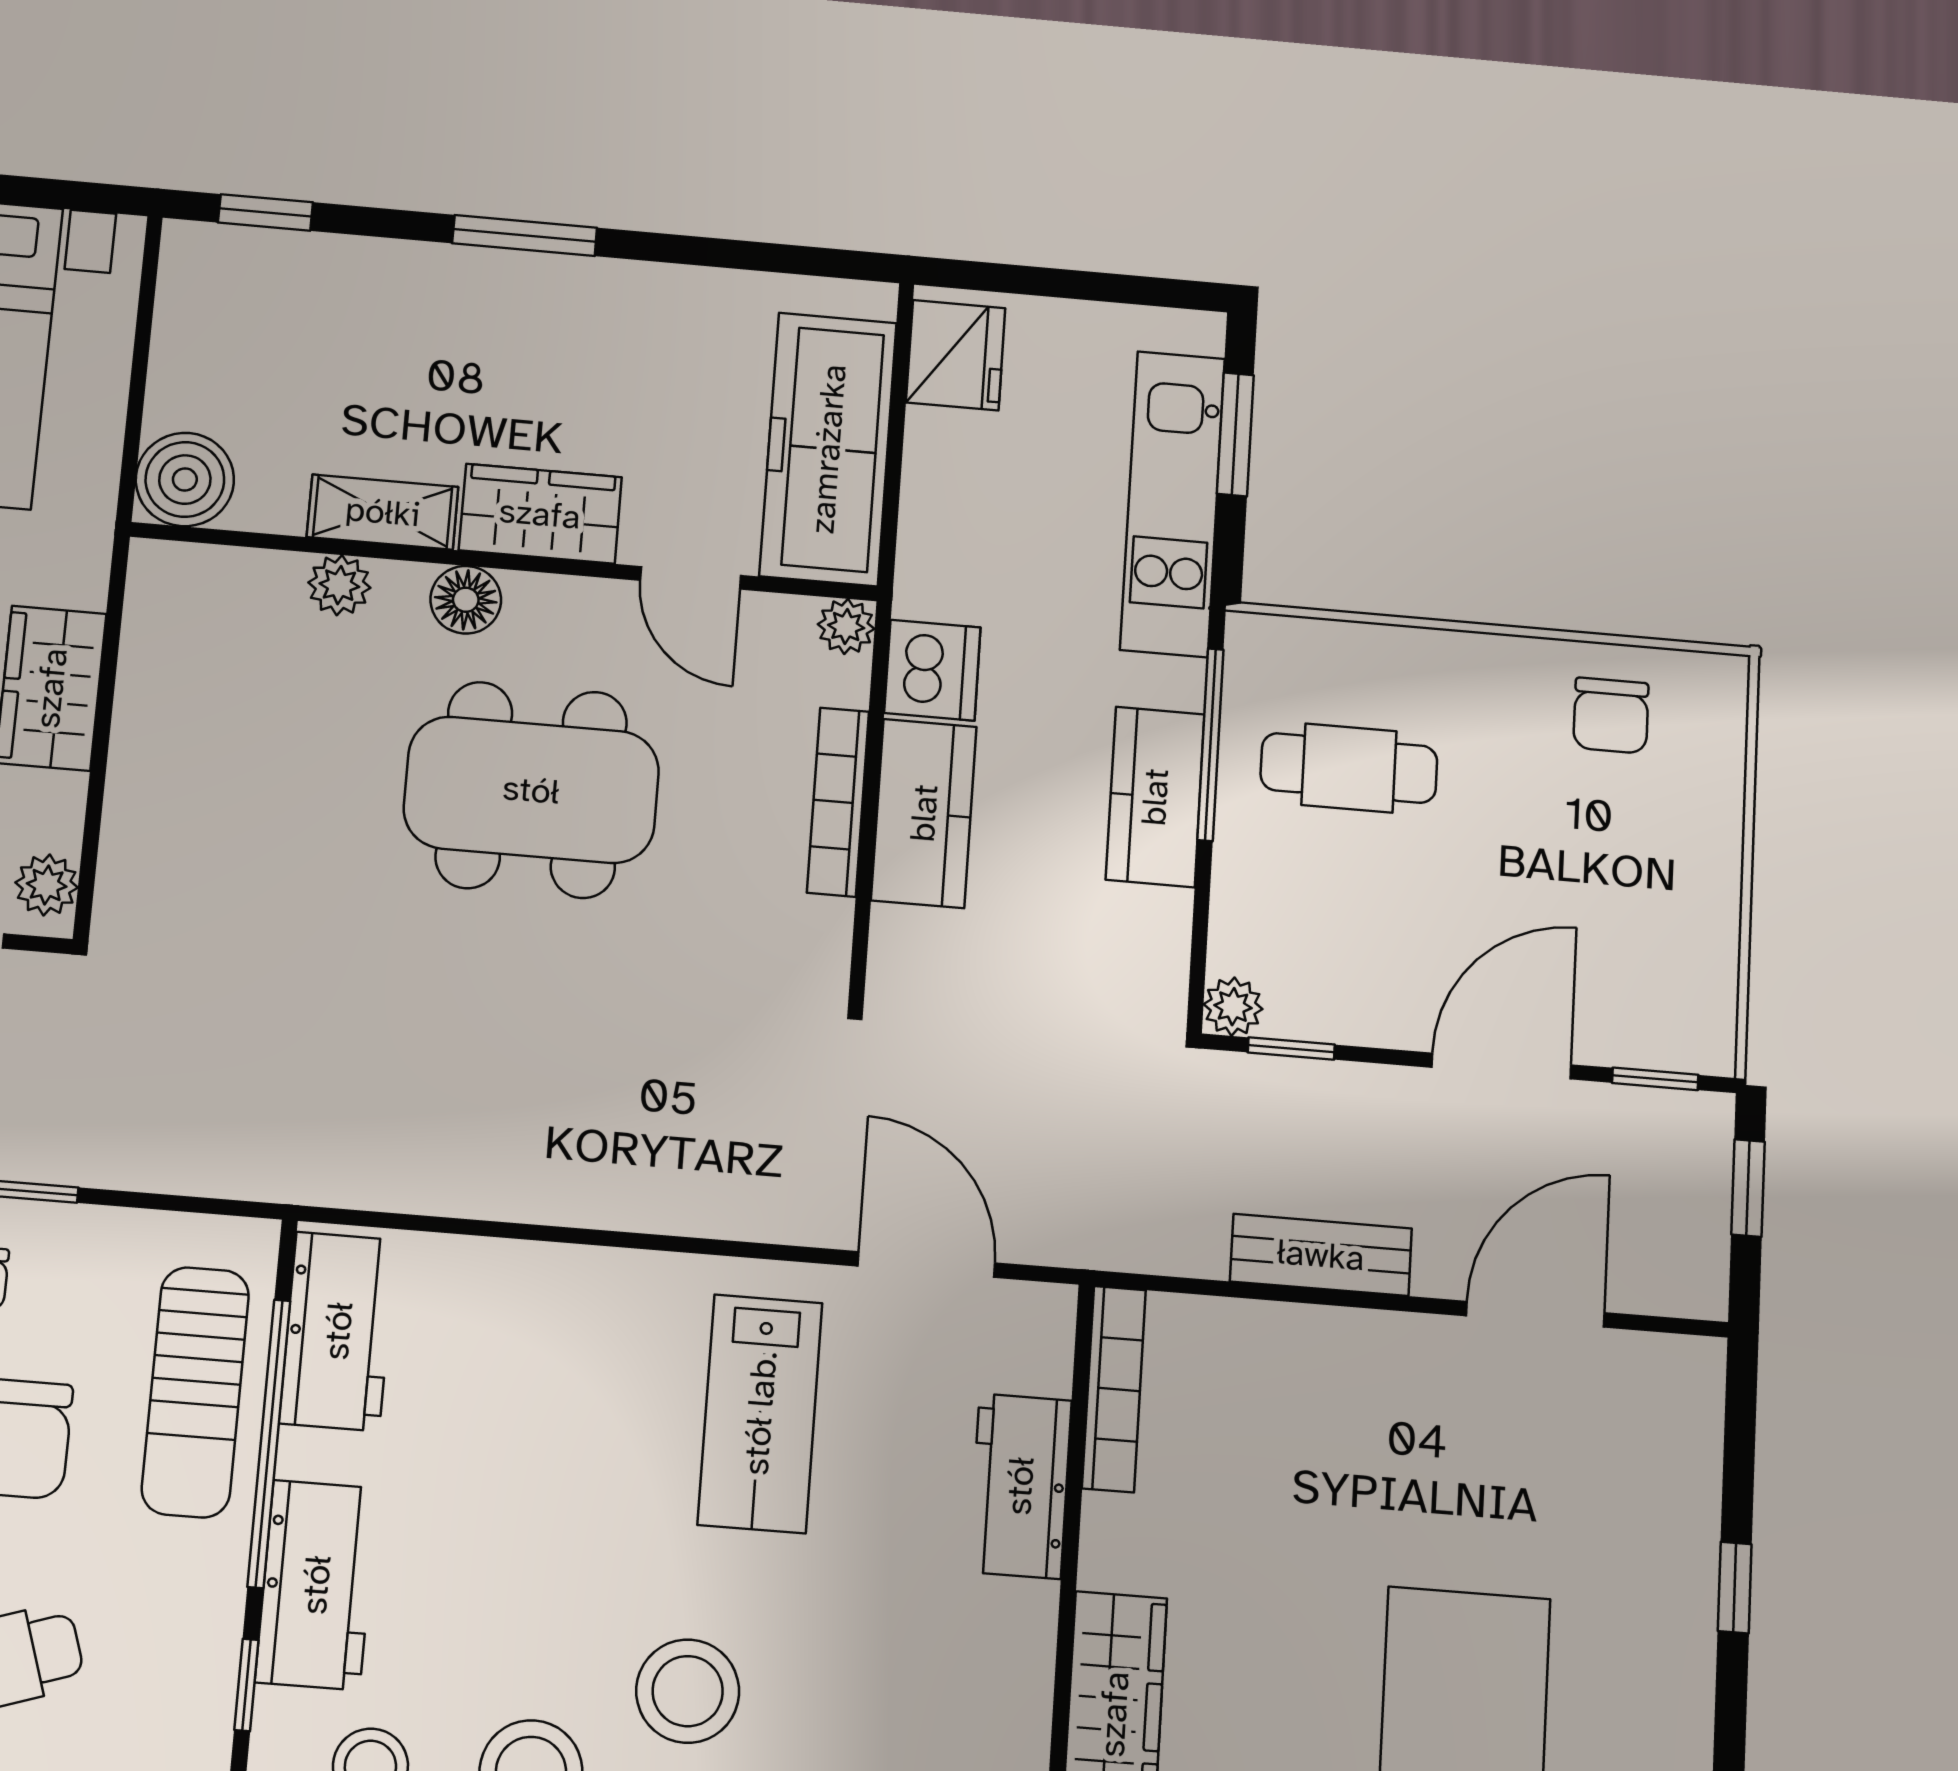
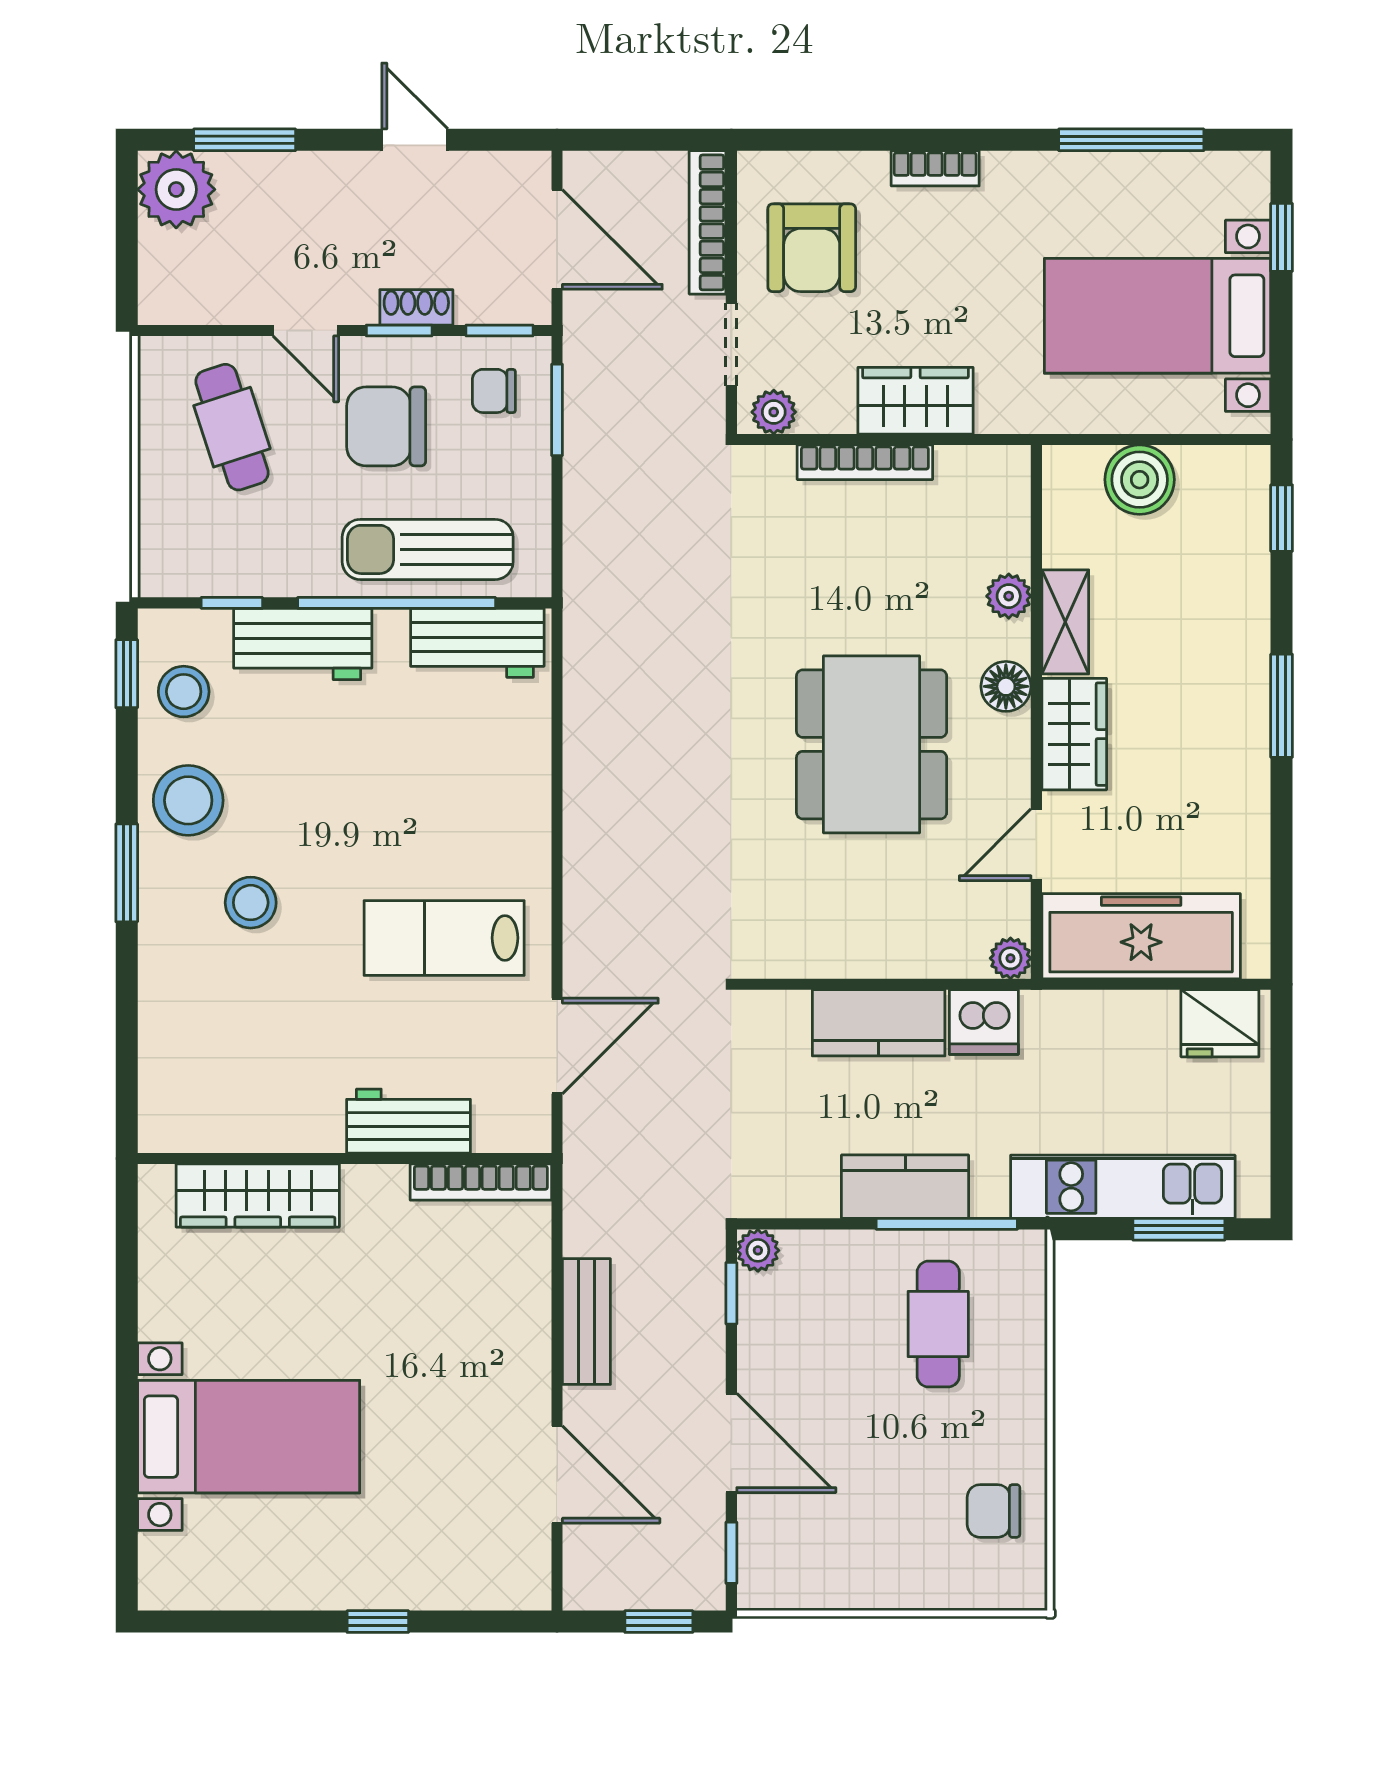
boiler: (185, 479) -> (1140, 480), moved
bookcase: (838, 802) -> (865, 462), moved, turned 180
stool: (688, 1691) -> (251, 903), width x0.73, depth x0.73

